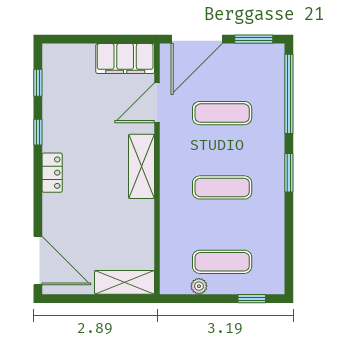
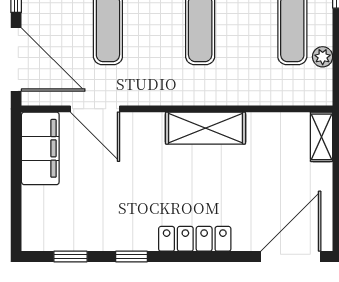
shelving: (142, 166) -> (205, 128), moved
locker: (52, 173) -> (195, 239), width x1.53
shelving: (125, 282) -> (322, 137), width x0.67, depth x0.75

